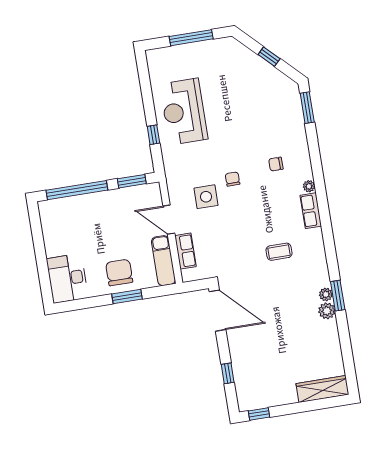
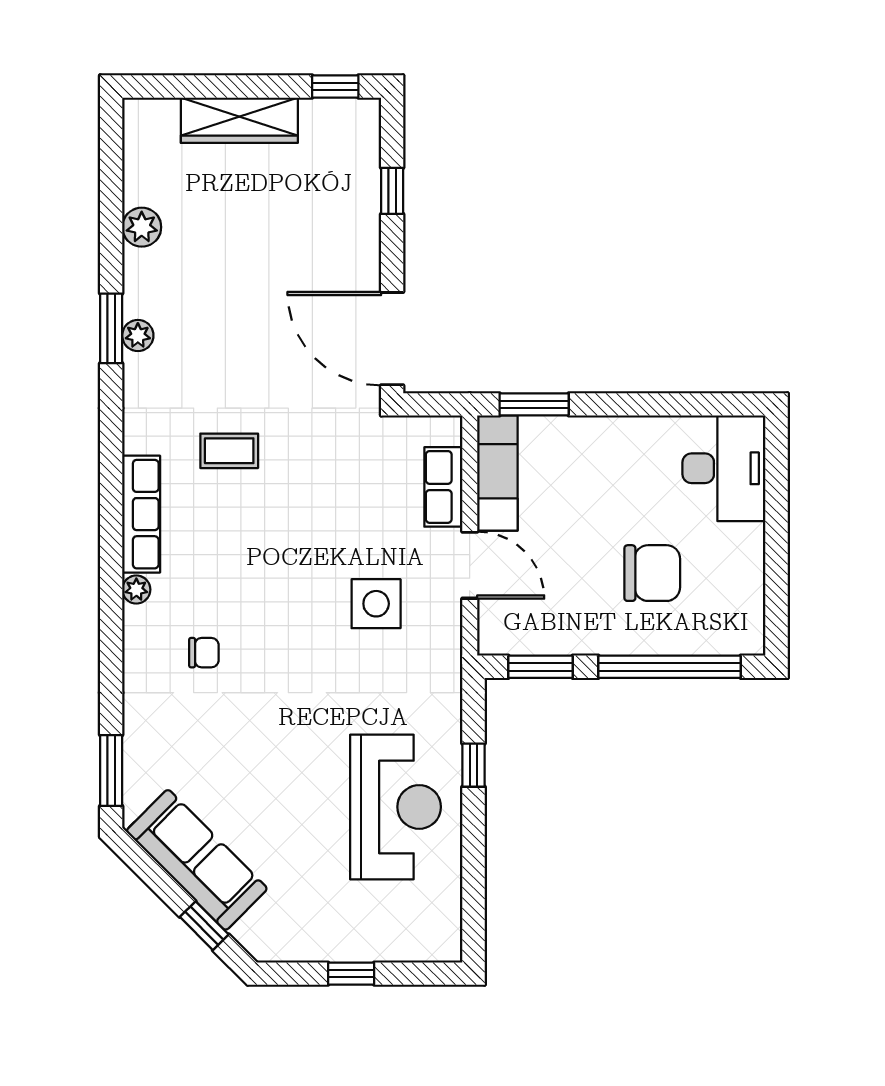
window: (191, 38) -> (351, 974), width x0.46
window: (269, 57) -> (204, 926), moved
sofa: (265, 75) -> (197, 860), added
chair: (232, 179) -> (309, 634), removed
row of seats: (311, 211) -> (141, 514), width x1.48
chair: (119, 272) -> (652, 573), moved, turned -90
window: (127, 297) -> (534, 404), moved
plant: (327, 311) -> (142, 227), moved
wardrobe: (322, 389) -> (239, 120), moved

